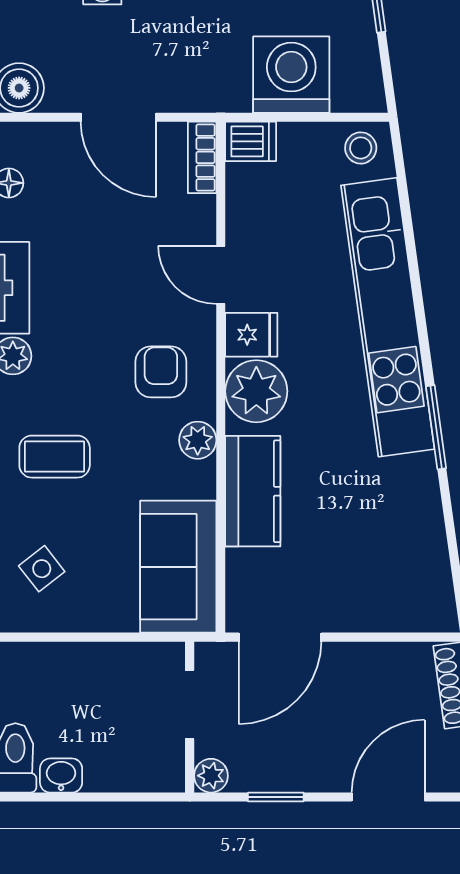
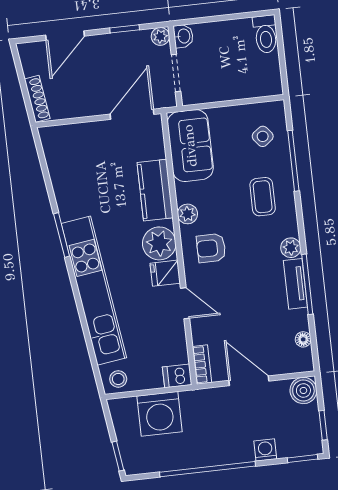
armchair: (161, 372) -> (211, 248), turned 90
coffee table: (55, 457) -> (263, 197), turned 90
washbasin: (61, 776) -> (183, 36), moved, turned -90

